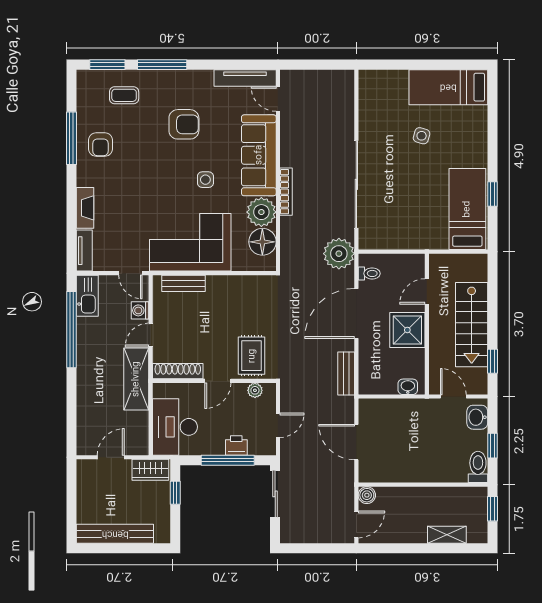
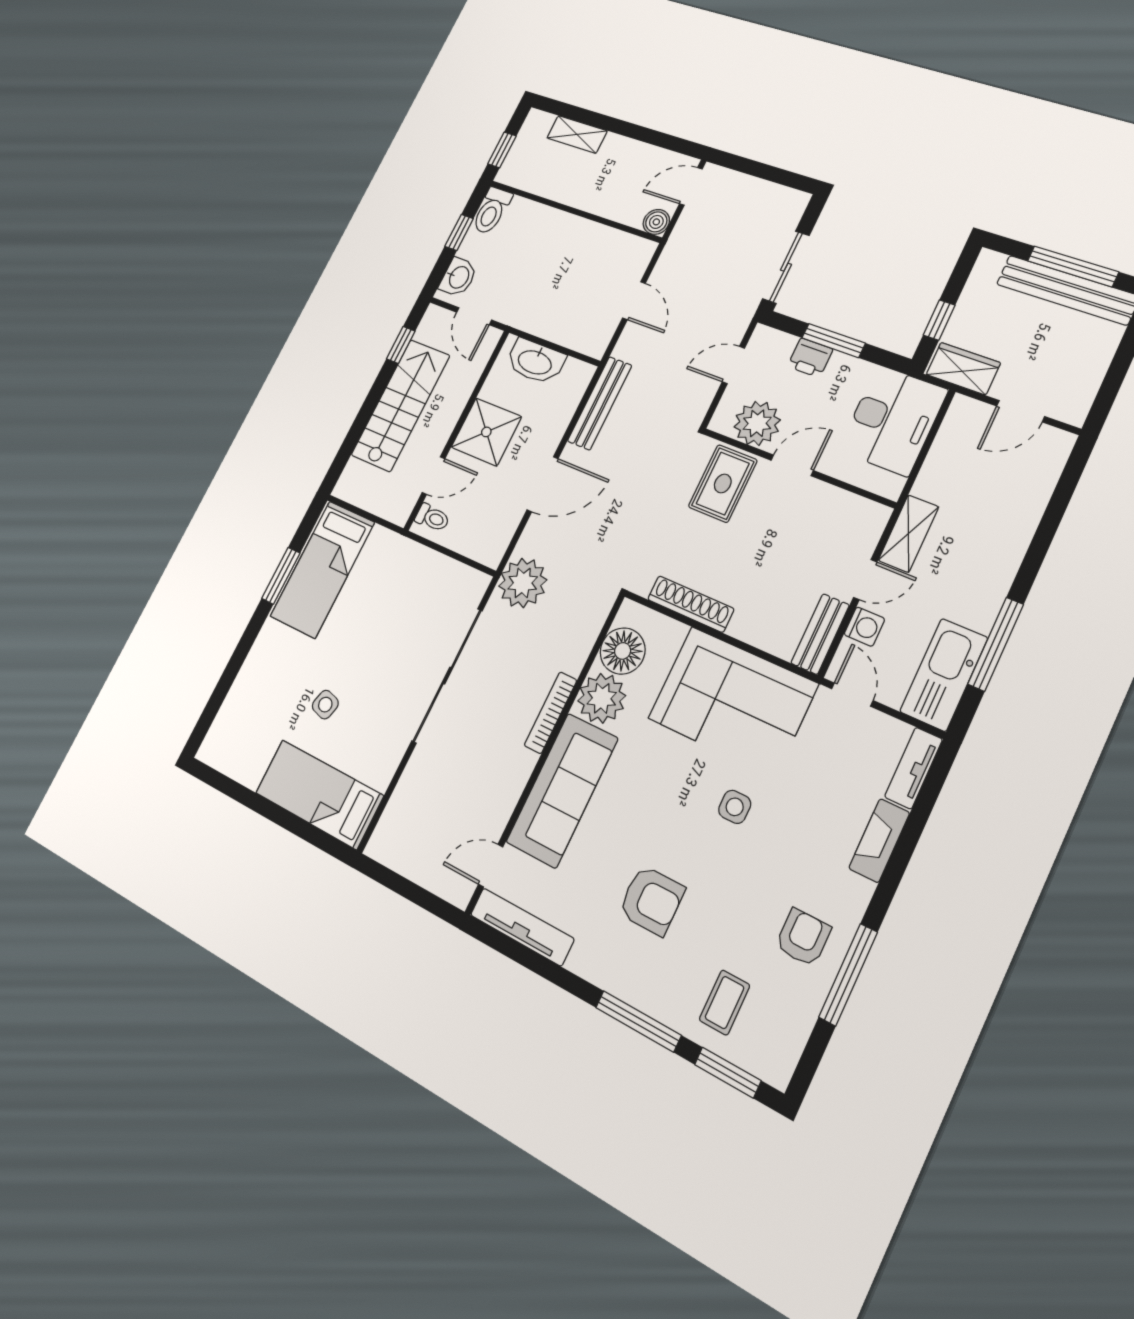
bed: (448, 87) -> (319, 794), moved, turned 180
coffee table: (124, 95) -> (724, 1002), turned 90
door: (278, 99) -> (491, 866), swing flipped
armchair: (184, 124) -> (651, 900), turned 180
side table: (205, 180) -> (735, 807), moved
window: (492, 194) -> (281, 576), width x1.50
toilet: (369, 273) -> (432, 518), moved, turned 180
bench: (183, 283) -> (820, 634), moved, turned 90
kitchen sink: (87, 296) -> (944, 675), width x1.36, depth x1.24
door: (356, 313) -> (543, 484), width x0.73
window: (71, 330) -> (996, 644), width x0.68
shoe rack: (178, 371) -> (691, 604), moved, turned 180
bench: (346, 373) -> (600, 403), width x1.36
shelving: (136, 379) -> (908, 534), width x0.67, depth x0.75
washbasin: (408, 387) -> (535, 361), width x1.91, depth x1.45
plant: (255, 390) -> (757, 423), width x1.87, depth x1.87
door: (356, 442) -> (634, 301), width x0.73
window: (228, 460) -> (834, 341), width x0.69
window: (118, 548) -> (1073, 266), added

